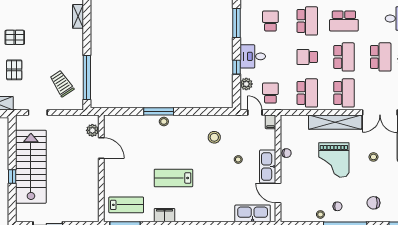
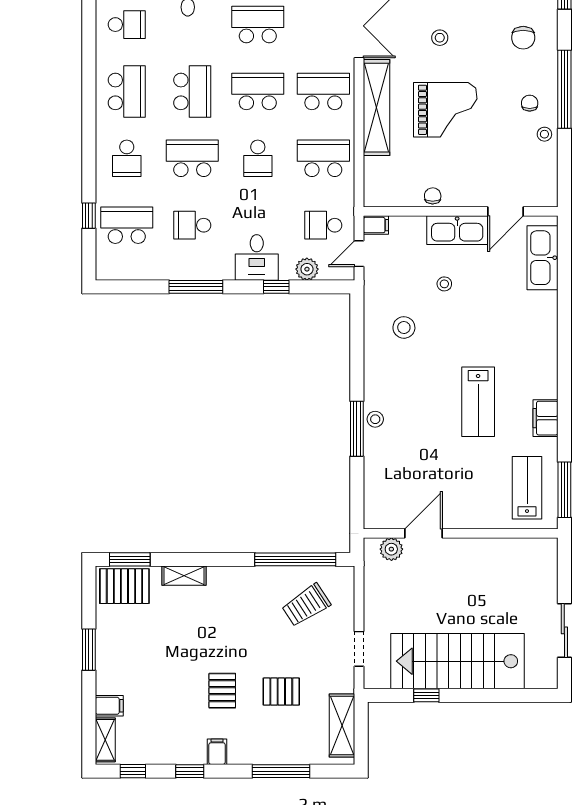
window: (12, 176) -> (426, 695), moved

